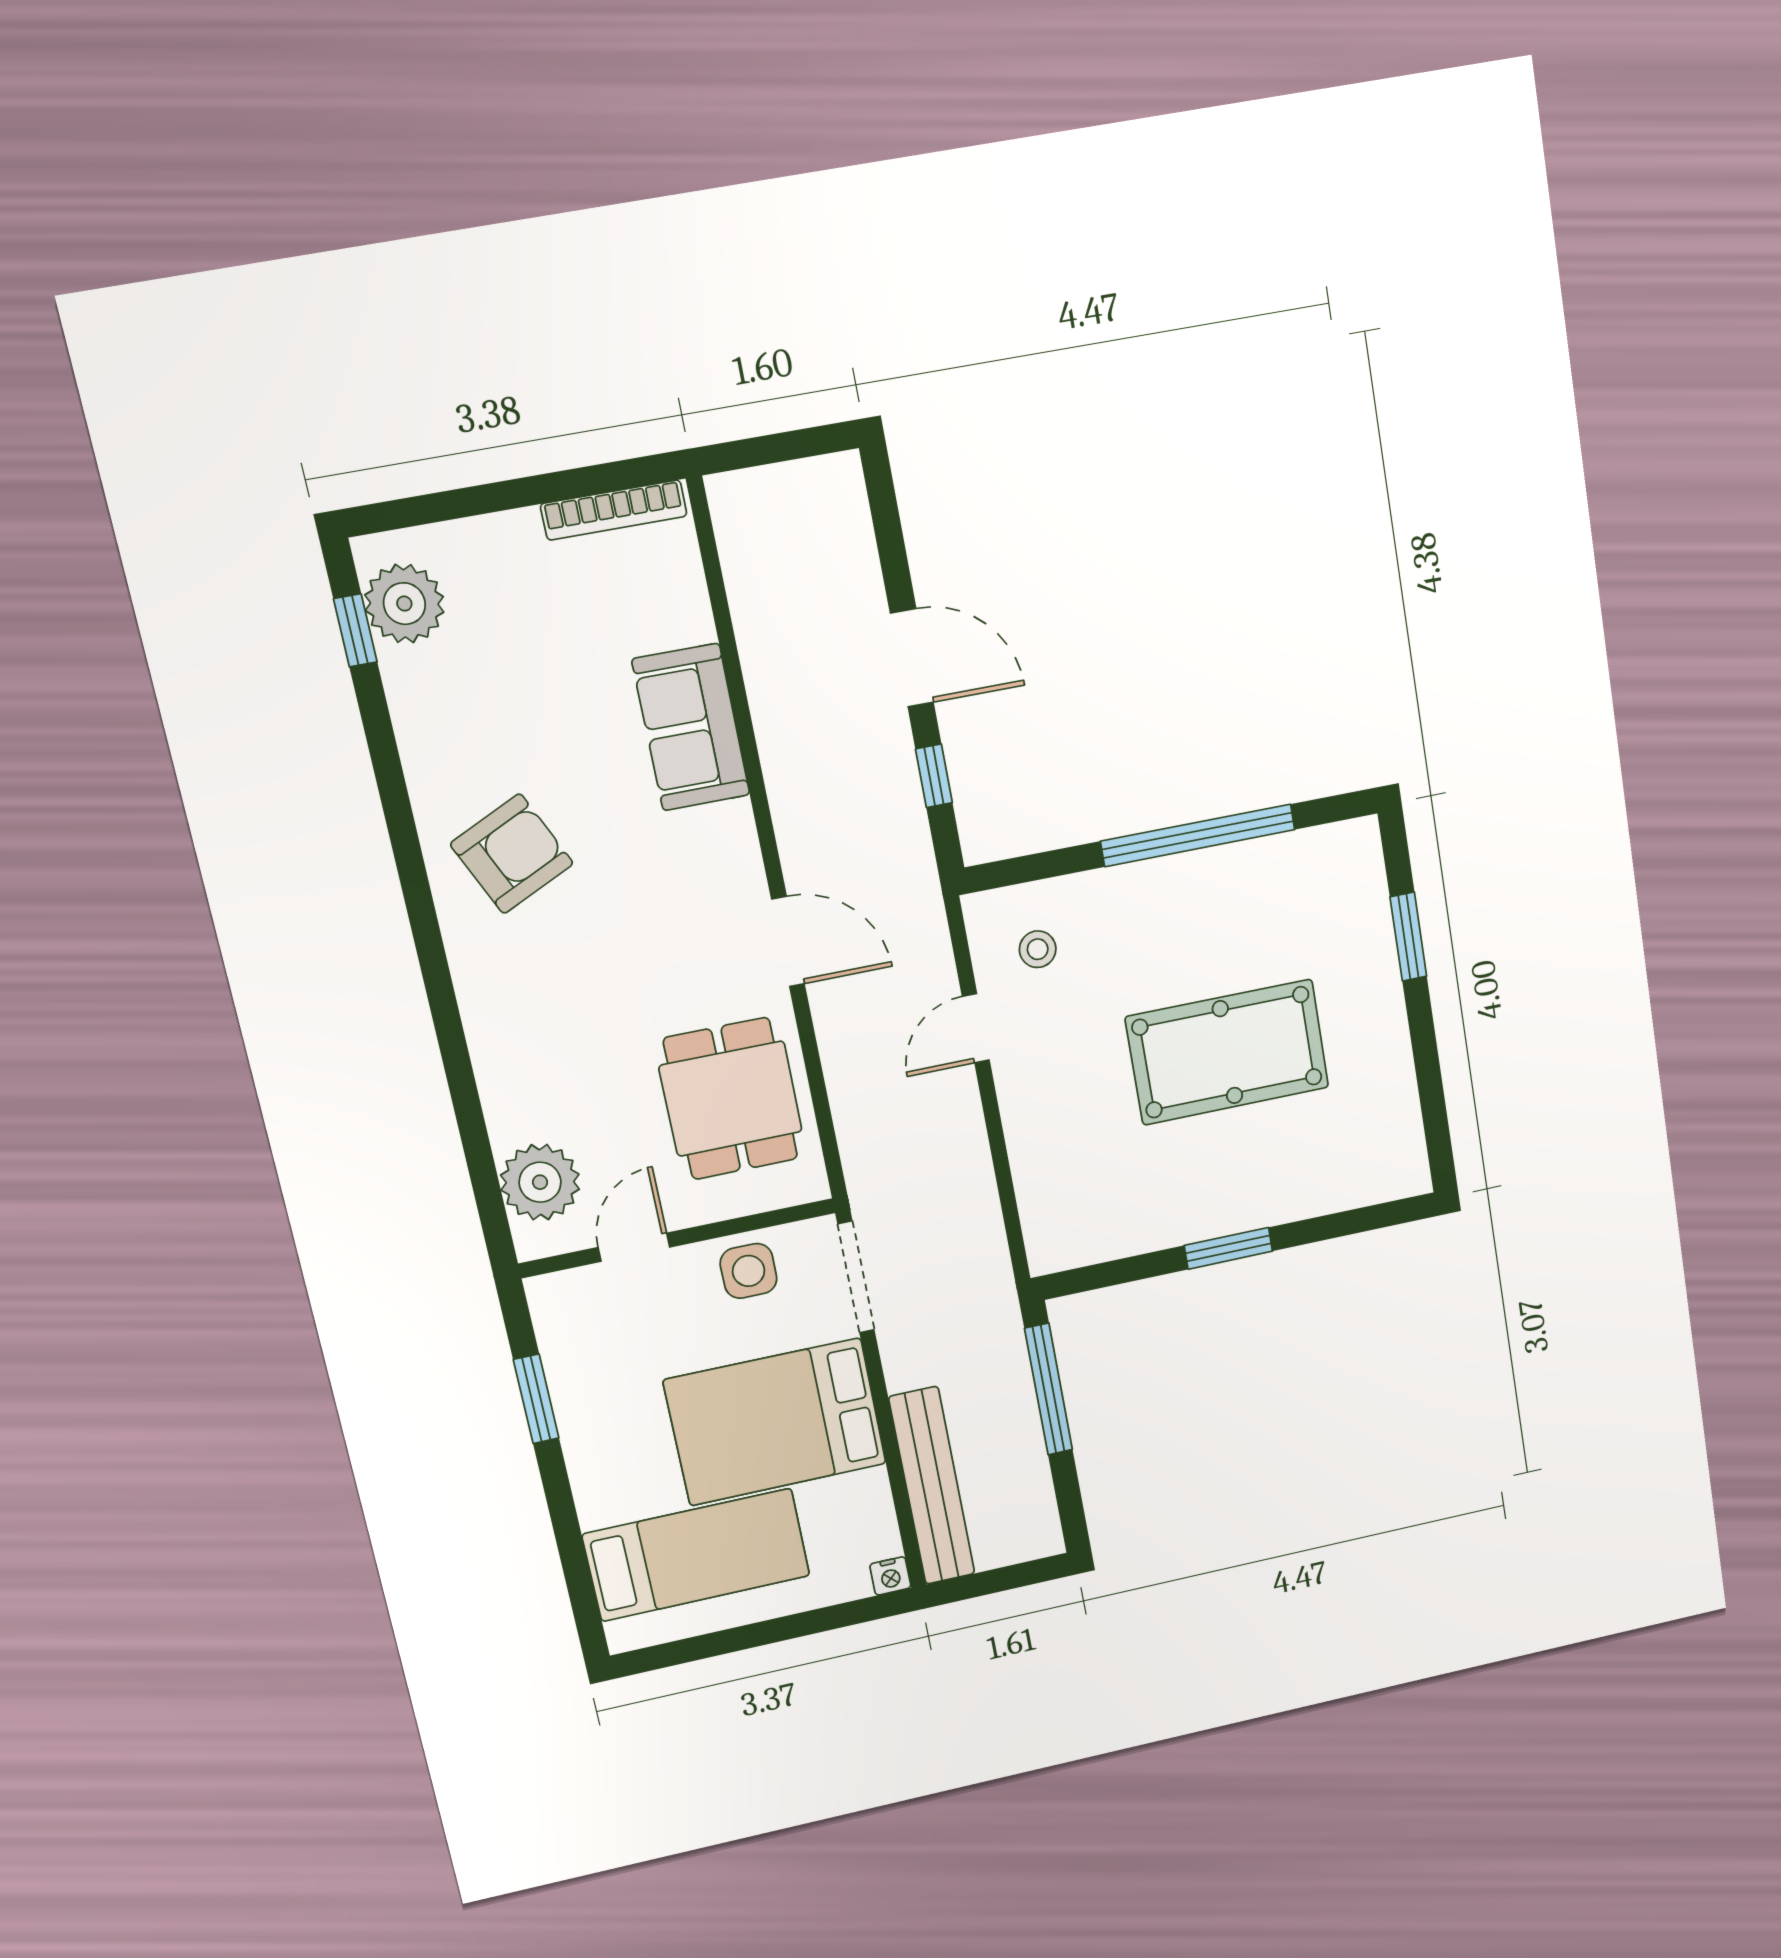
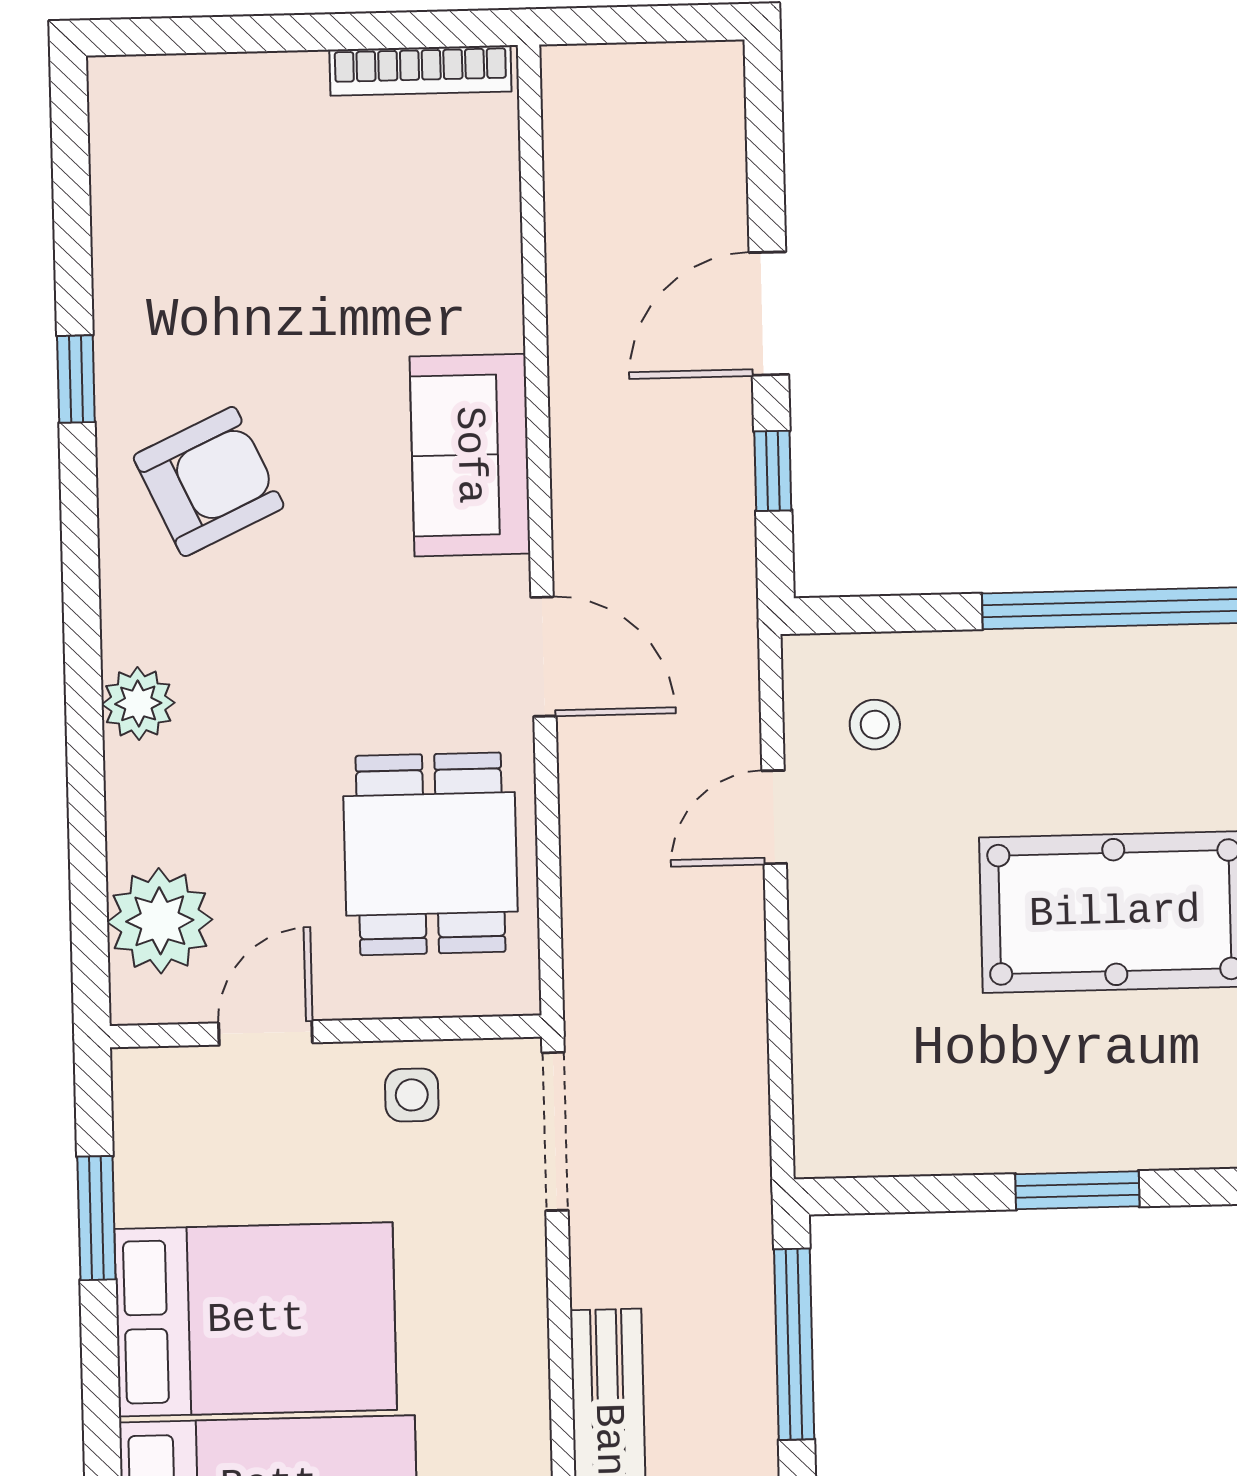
plant: (404, 604) -> (138, 703), moved, width x0.73, depth x0.73
window: (355, 630) -> (76, 379), moved
door: (912, 658) -> (769, 314), swing flipped
sofa: (691, 727) -> (470, 455), moved
side table: (749, 1271) -> (412, 1095), width x0.73, depth x0.73
bed: (775, 1422) -> (256, 1319), moved, turned 180

